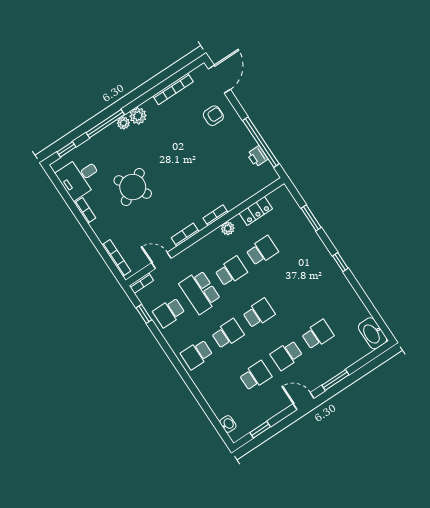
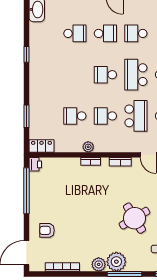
plant: (123, 123) -> (116, 262), width x1.87, depth x1.87
printer: (257, 156) -> (35, 164), moved
locker: (256, 211) -> (41, 146), moved
window: (340, 262) -> (26, 54), moved
school desk: (228, 334) -> (136, 75), width x1.85
school desk: (318, 335) -> (75, 33), turned 180

